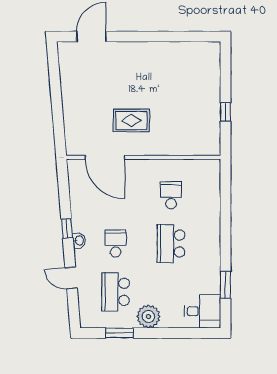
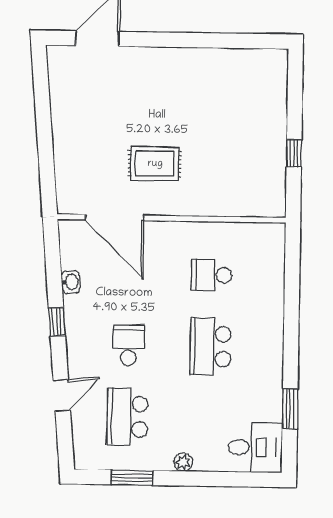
school desk: (171, 195) -> (212, 275), turned -90
washbasin: (79, 240) -> (71, 282), moved
door: (71, 278) -> (62, 395), swing flipped
plant: (148, 316) -> (183, 462), width x0.53, depth x0.53

